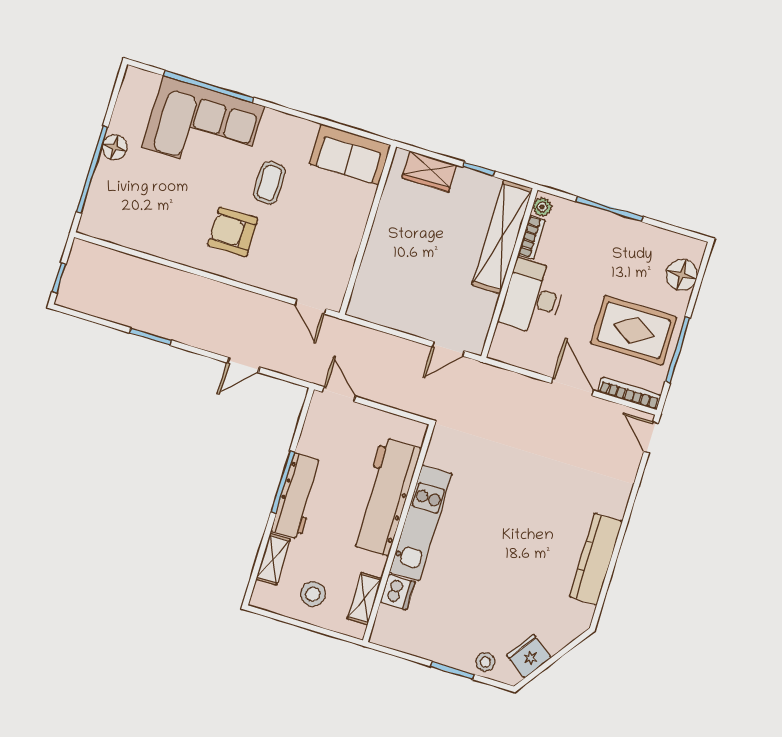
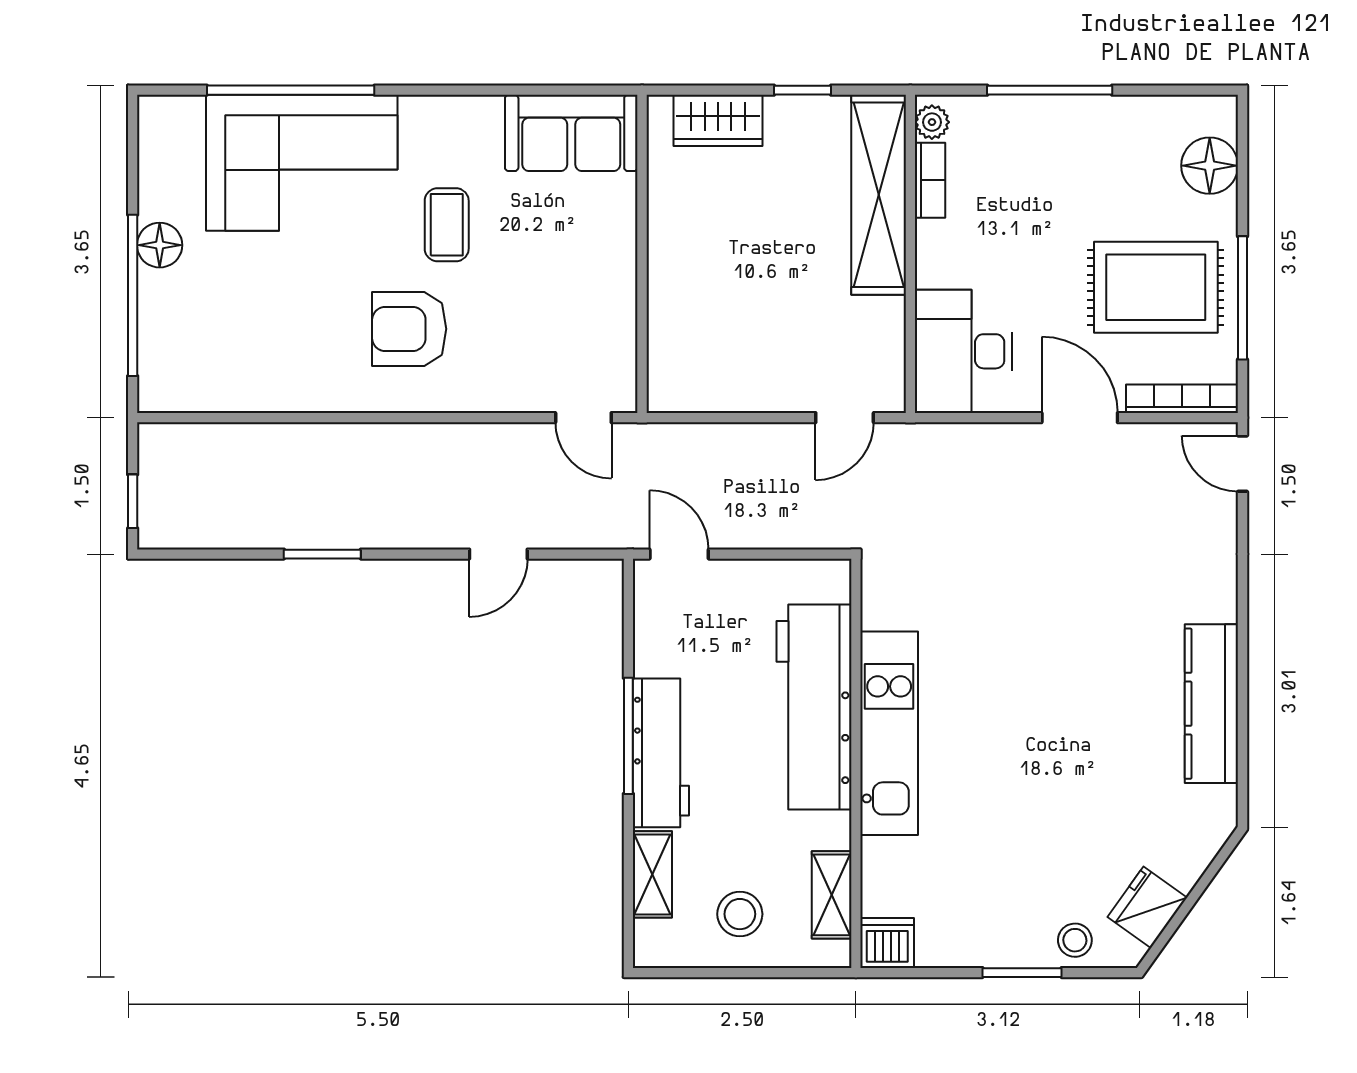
desk: (533, 297) -> (963, 351), moved
dishwasher: (398, 592) -> (887, 943), moved, turned -90

